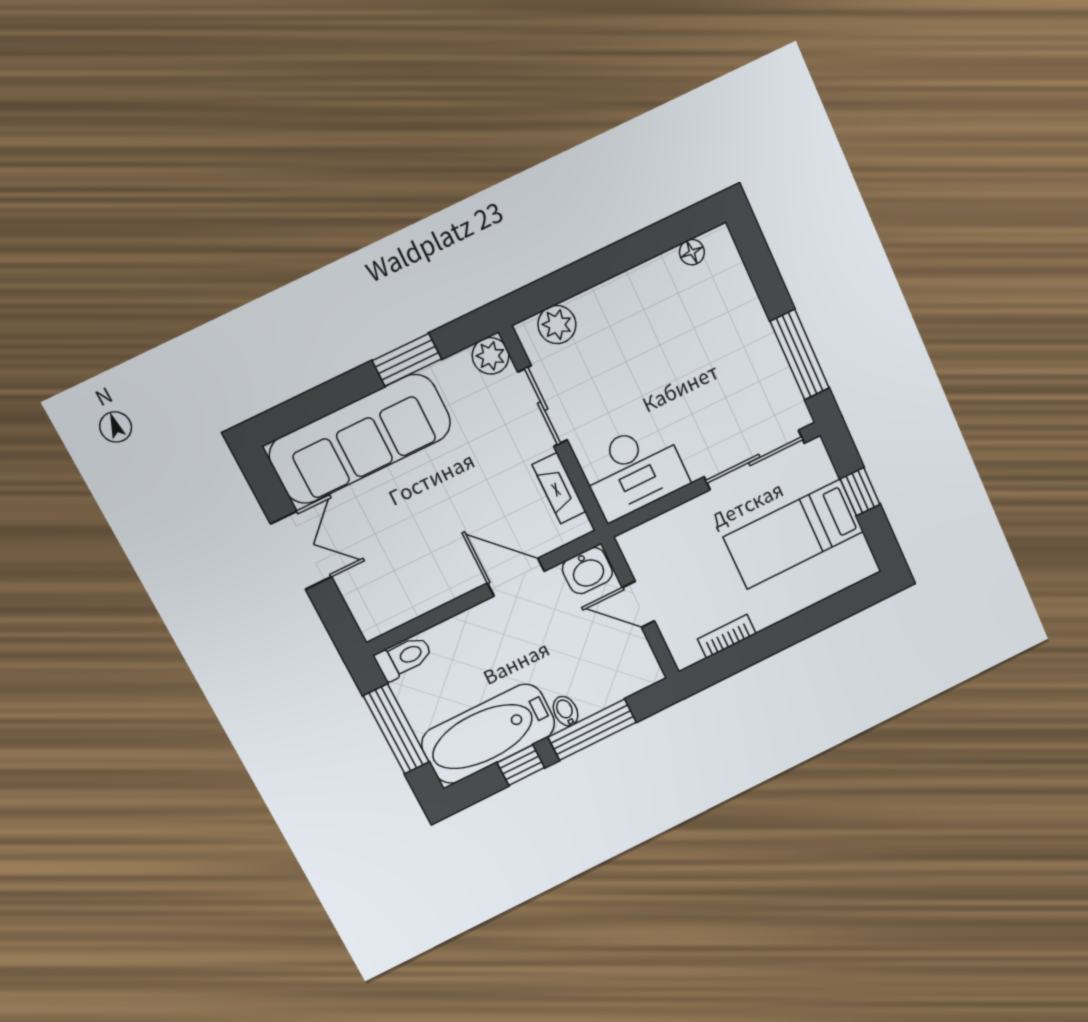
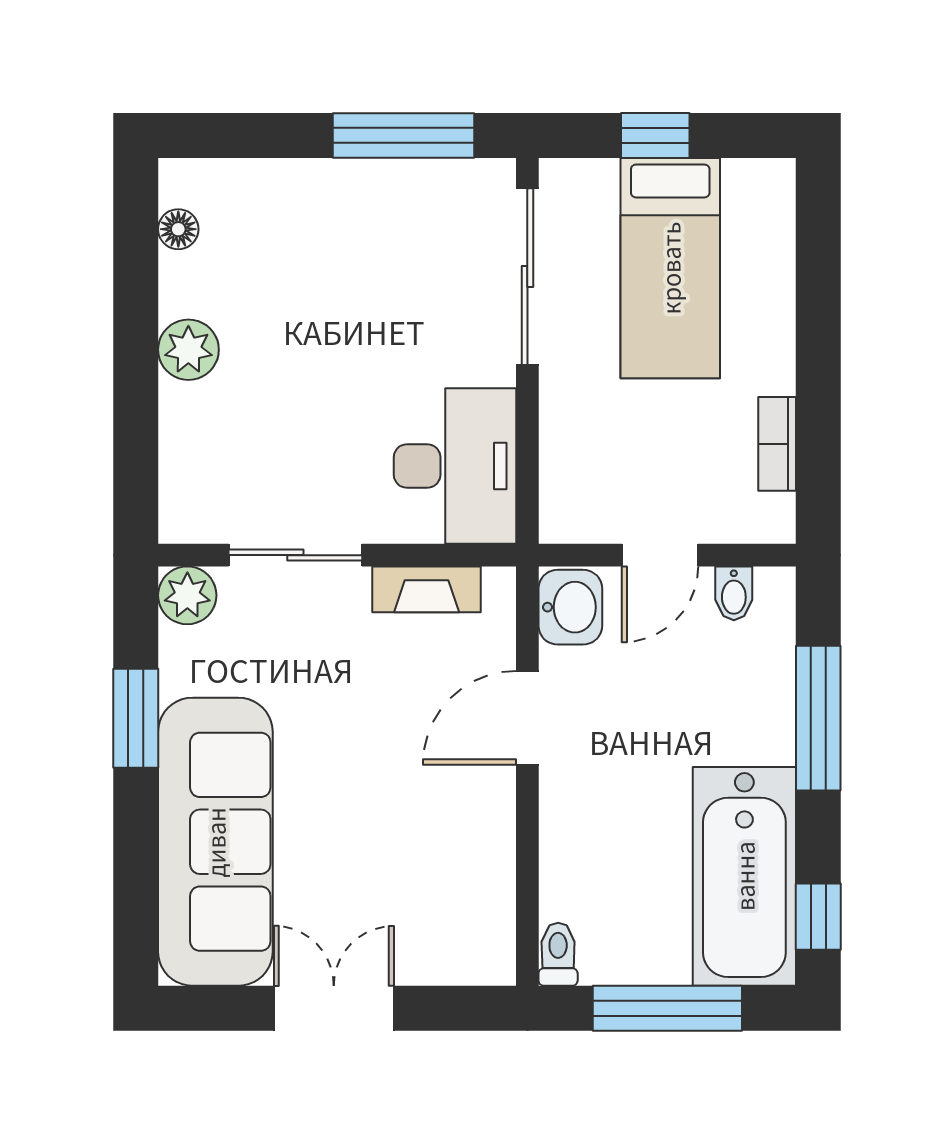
plant: (557, 325) -> (188, 350), moved
toilet: (404, 658) -> (558, 954), width x0.73, depth x0.72
bidet: (566, 711) -> (734, 593), moved, turned -90
window: (521, 765) -> (818, 917), moved

